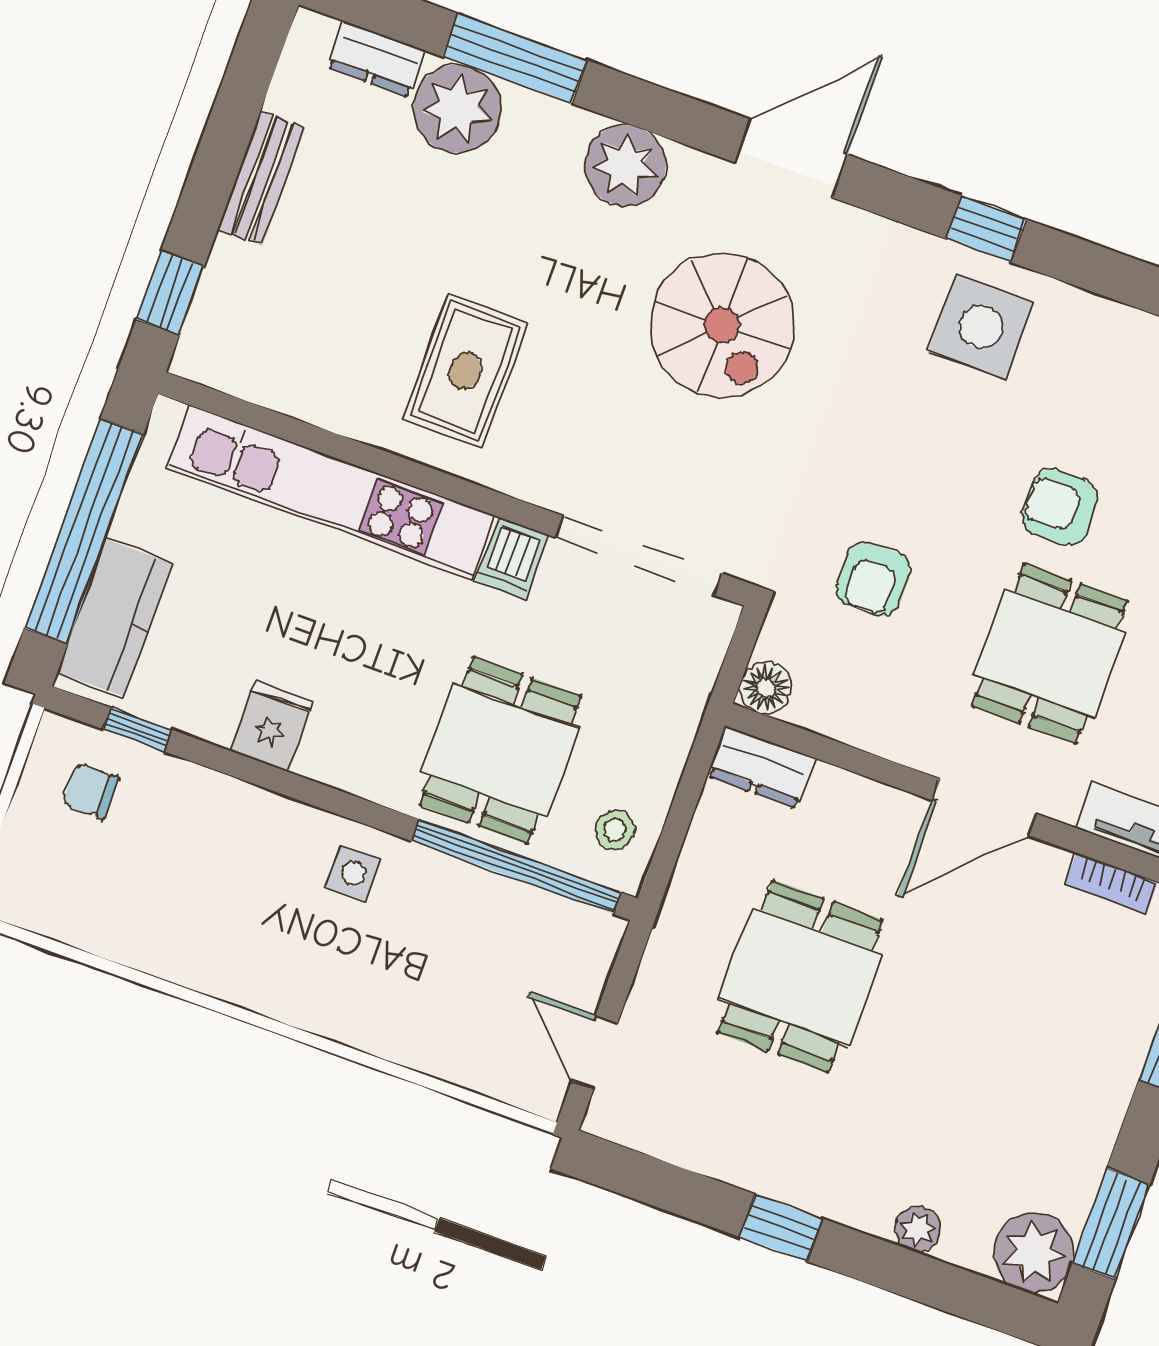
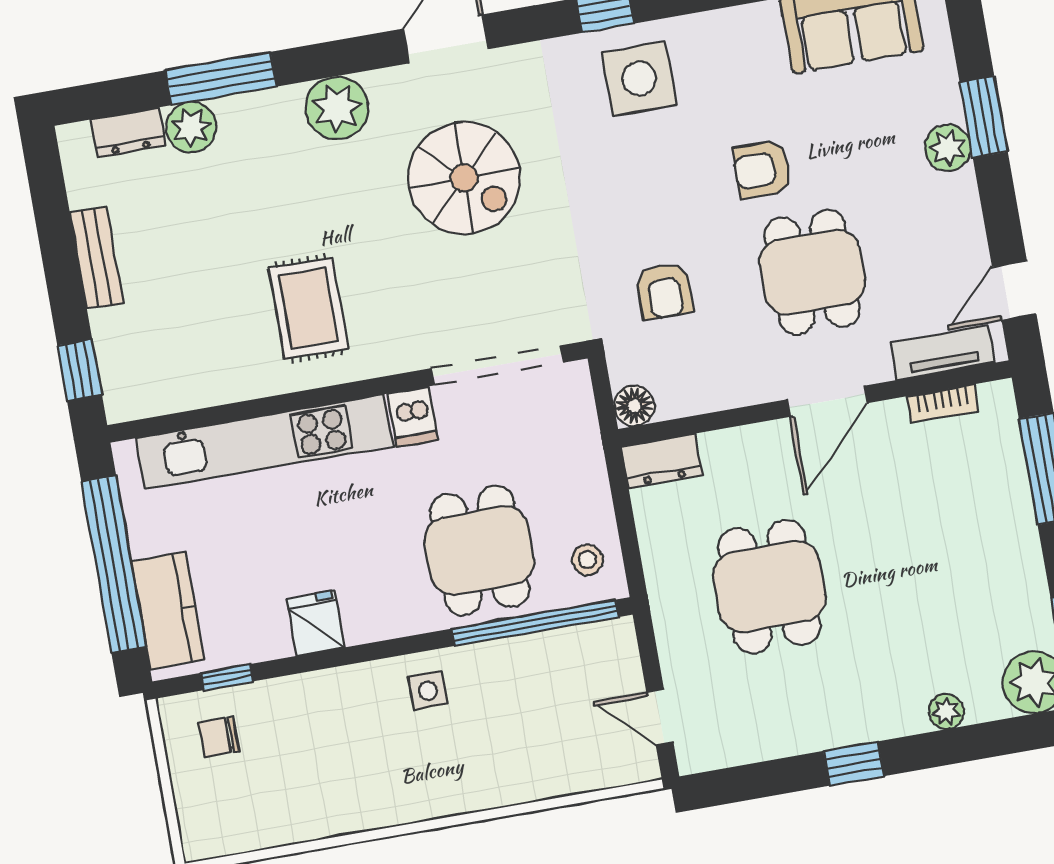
plant: (457, 109) -> (191, 127), width x0.73, depth x0.73

